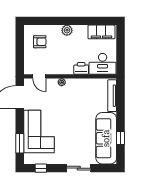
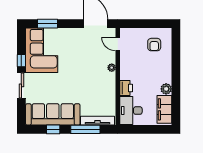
plant: (67, 30) -> (166, 89), moved
door: (39, 76) -> (118, 44), hinge flipped
window: (121, 107) -> (85, 129), added
corner sofa: (39, 131) -> (42, 50), moved, turned -90
window: (41, 168) -> (21, 61), moved

